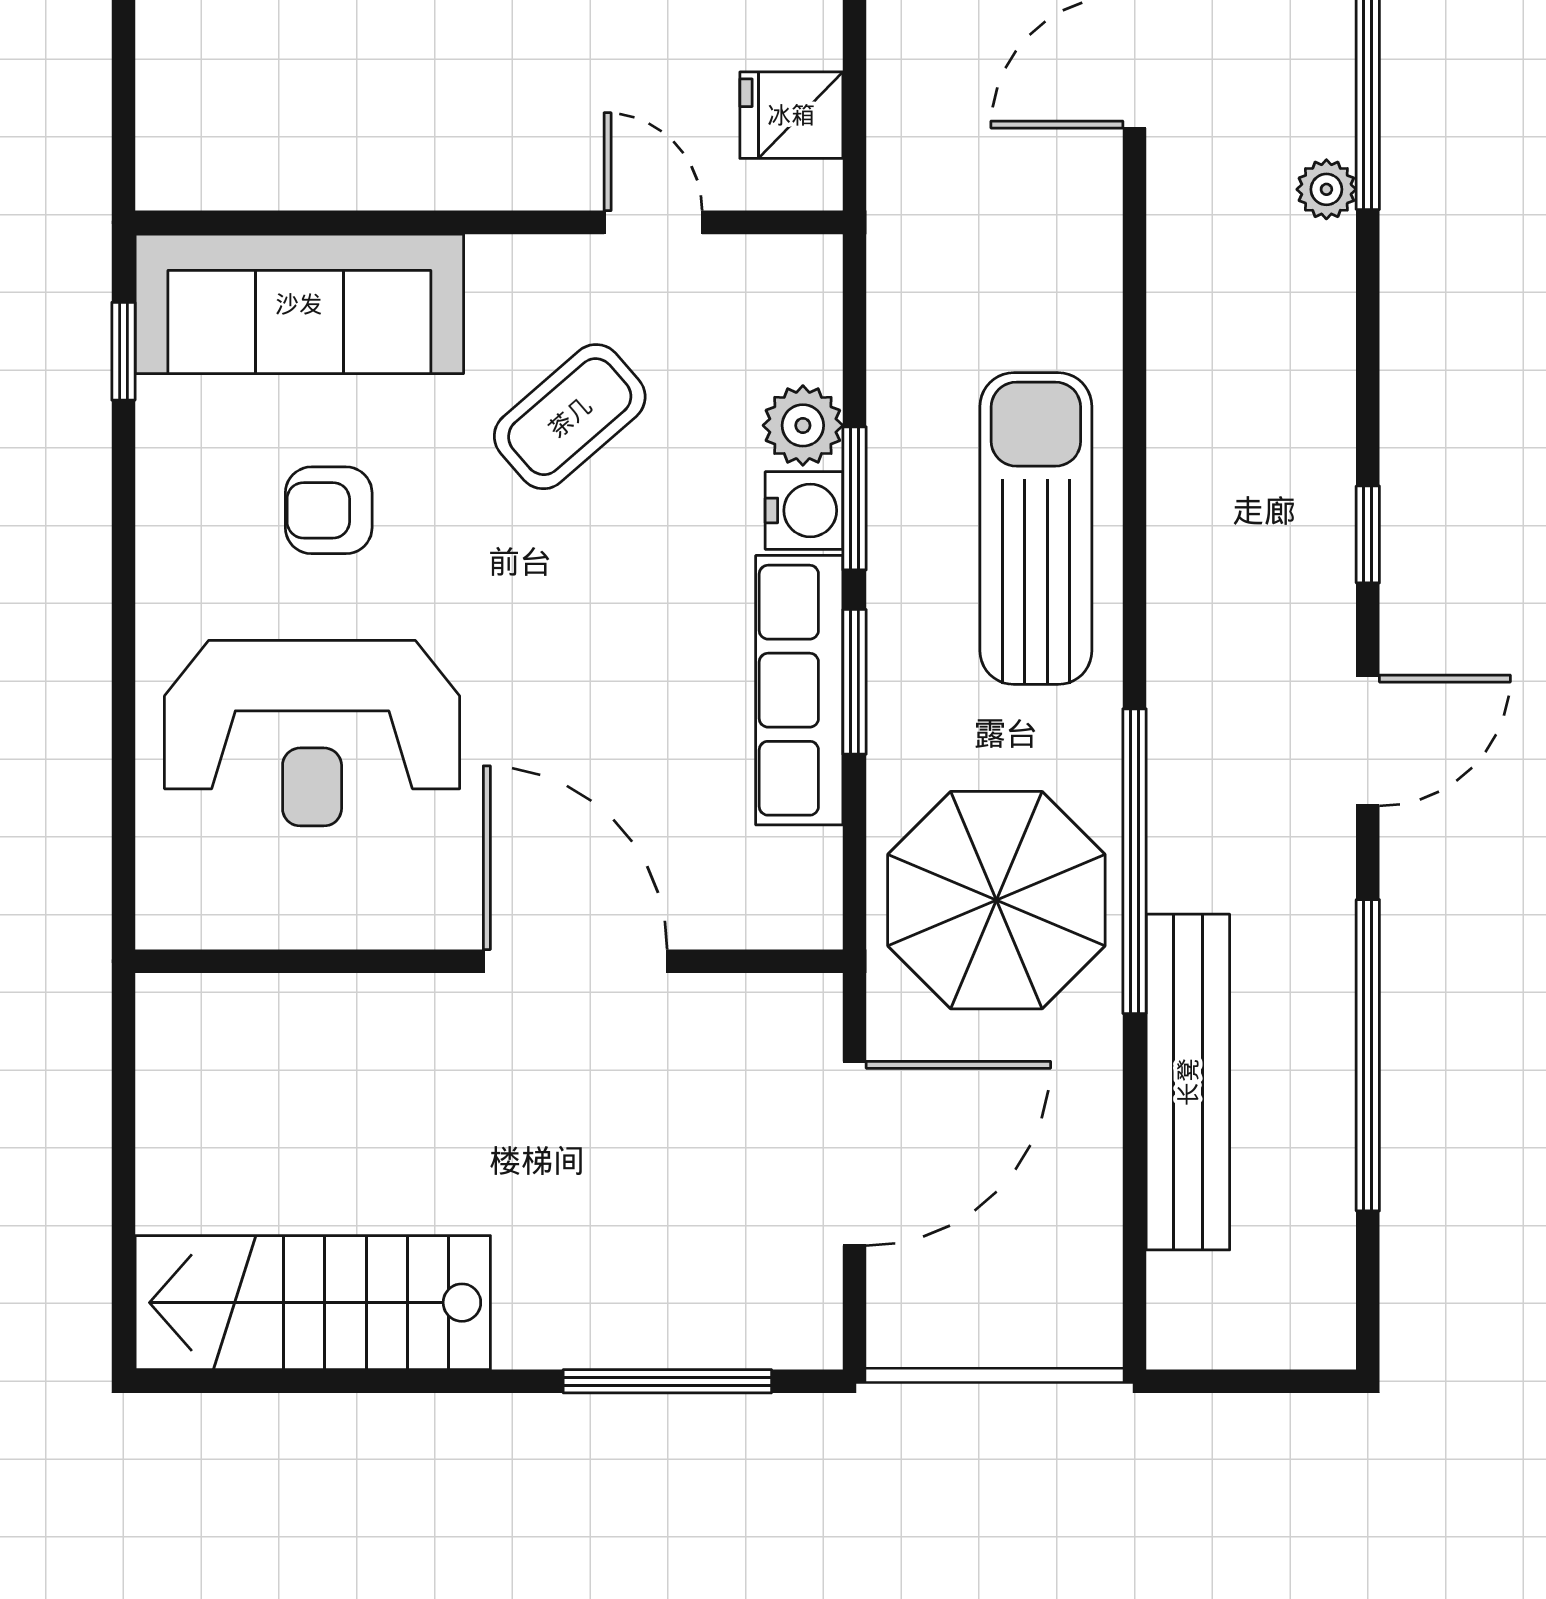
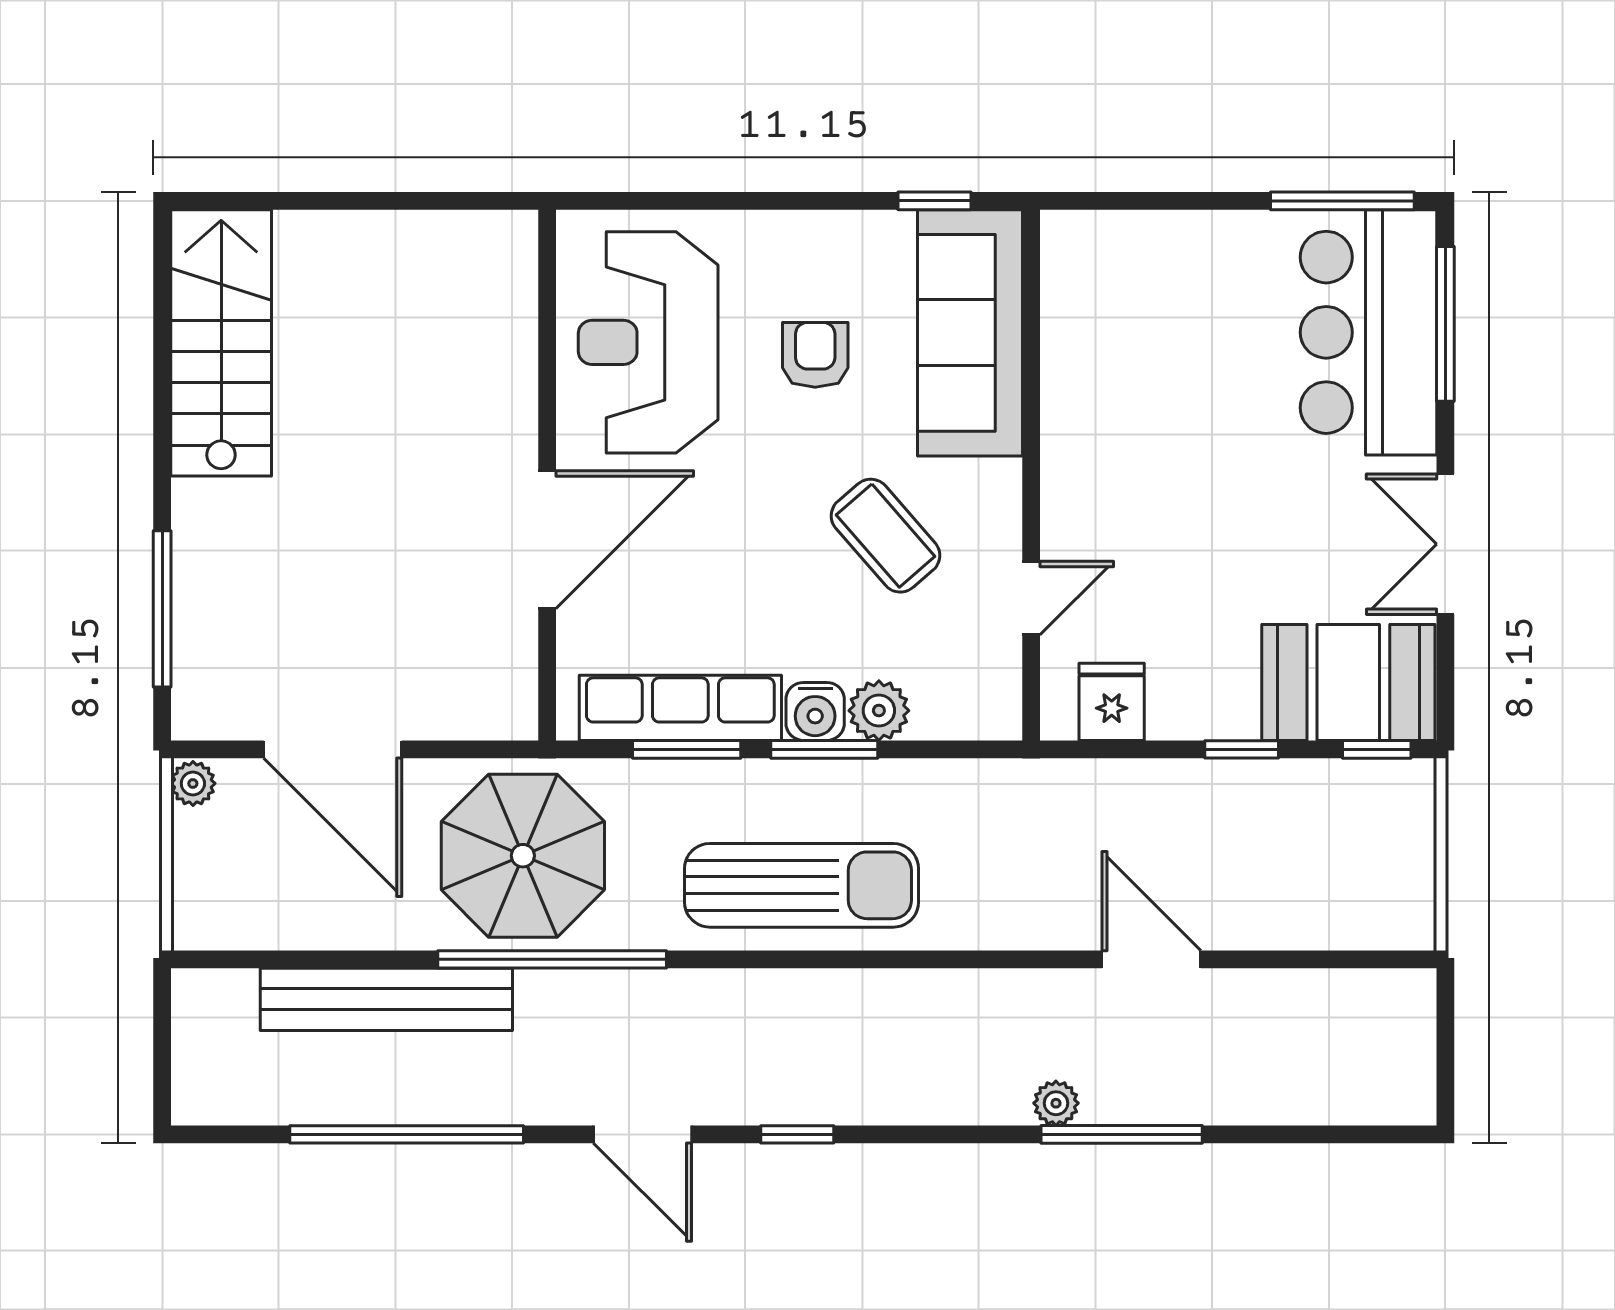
wall: (489, 961) -> (547, 475), moved
door: (575, 961) -> (547, 540), moved
plant: (900, 1340) -> (193, 783), added

